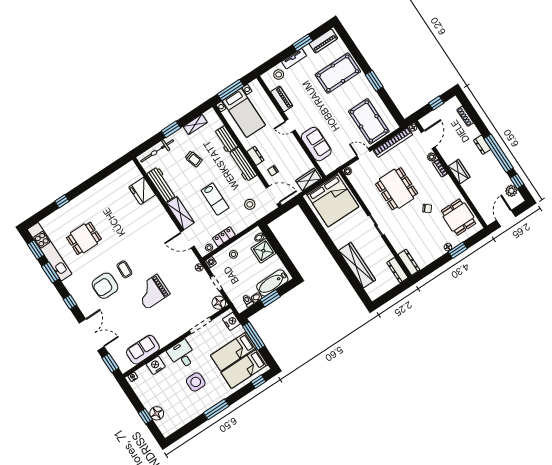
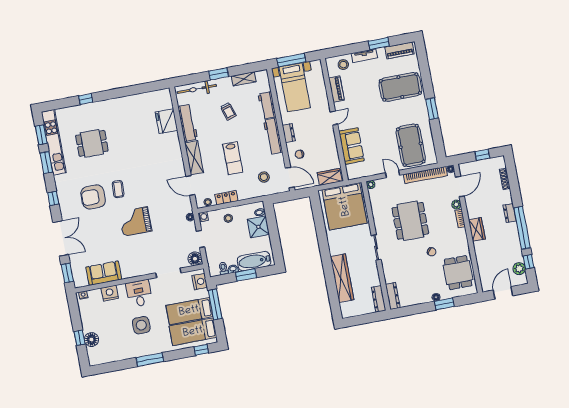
door: (290, 126) -> (334, 118), swing flipped

